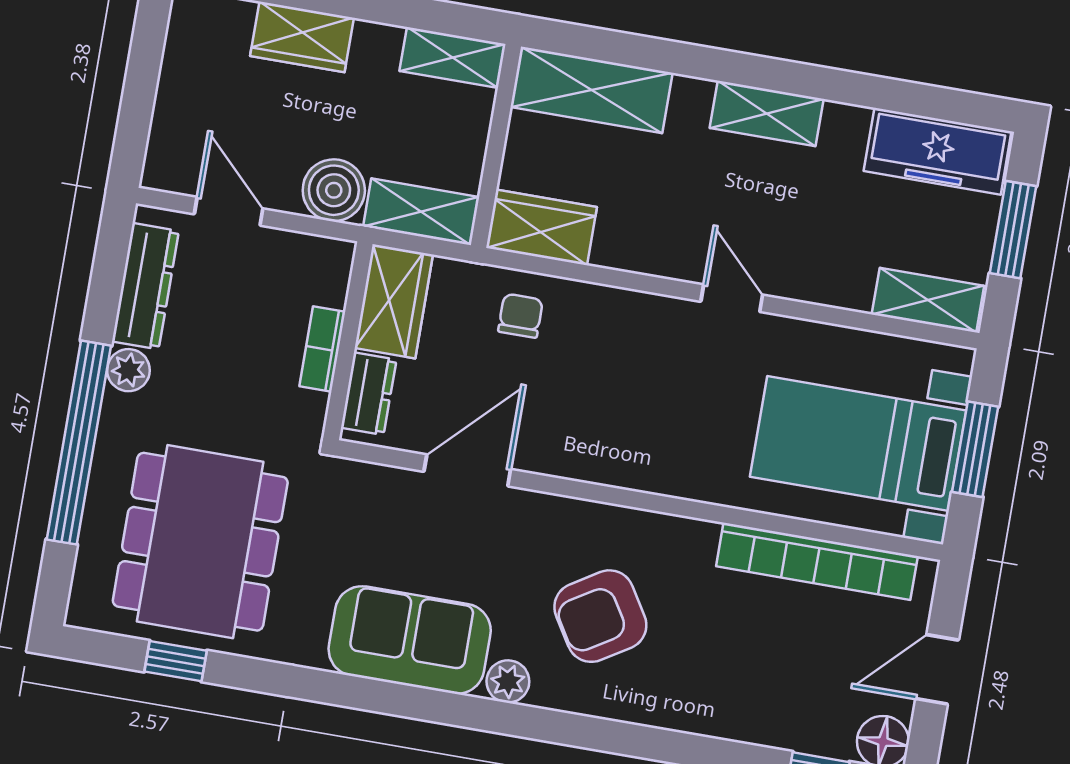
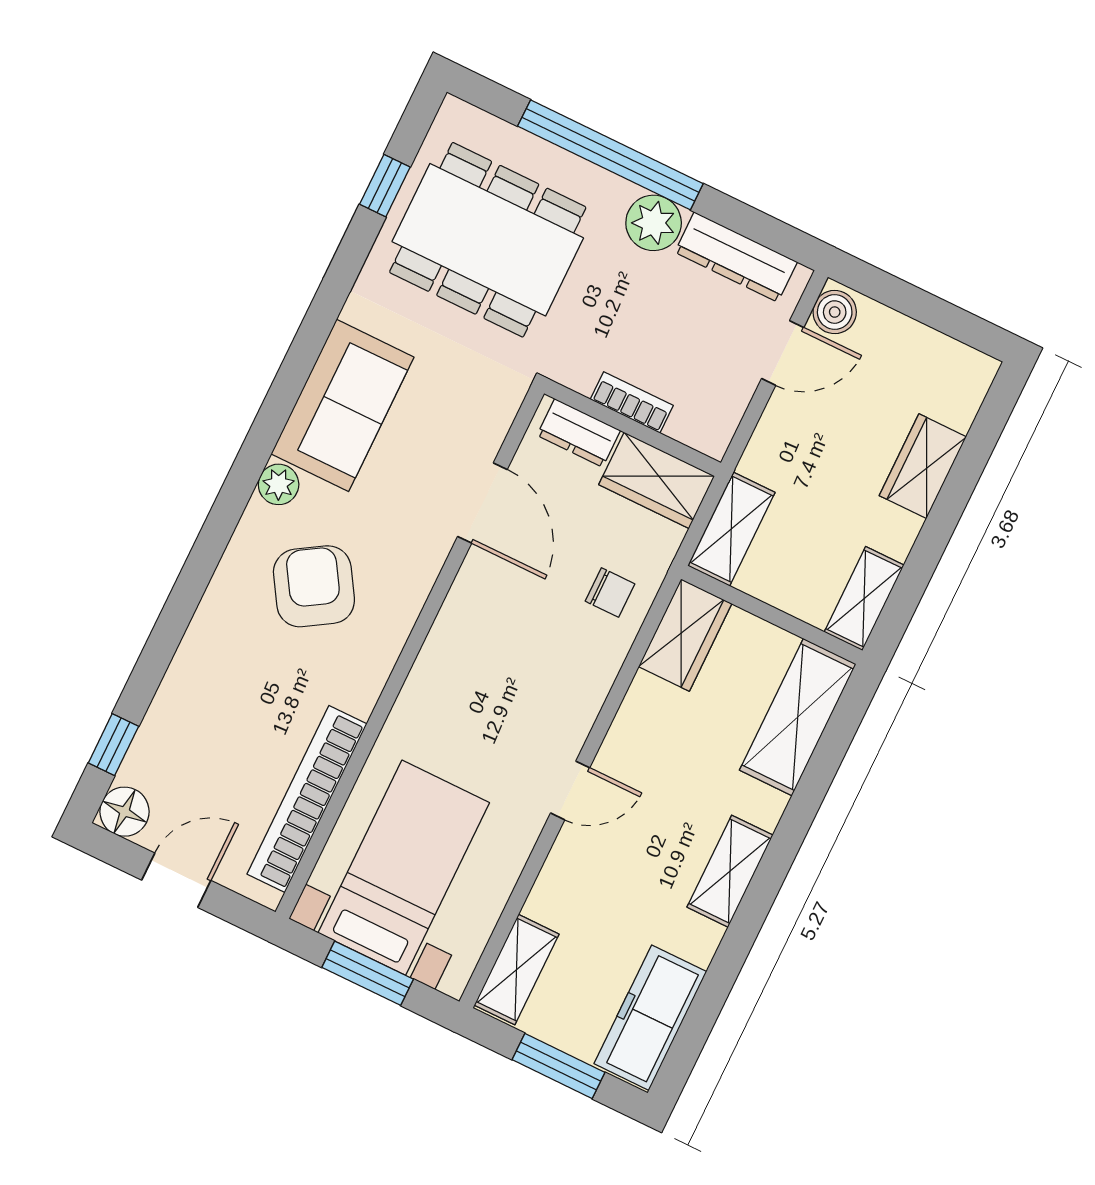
boiler: (334, 190) -> (835, 312), moved, width x0.73, depth x0.73
plant: (128, 370) -> (654, 223), width x1.38, depth x1.38
door: (937, 669) -> (176, 880), hinge flipped

